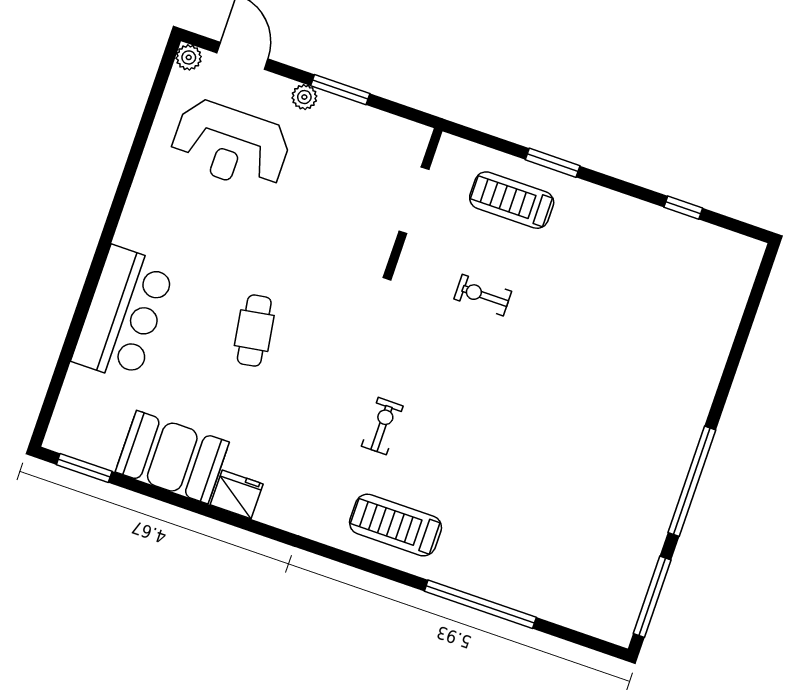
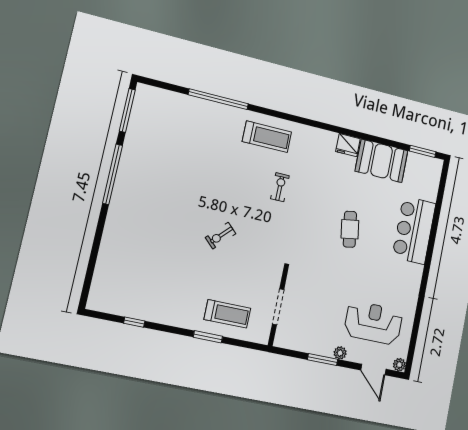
exercise bike: (483, 295) -> (220, 236), moved, turned 134
exercise bike: (382, 426) -> (280, 187), turned 180

